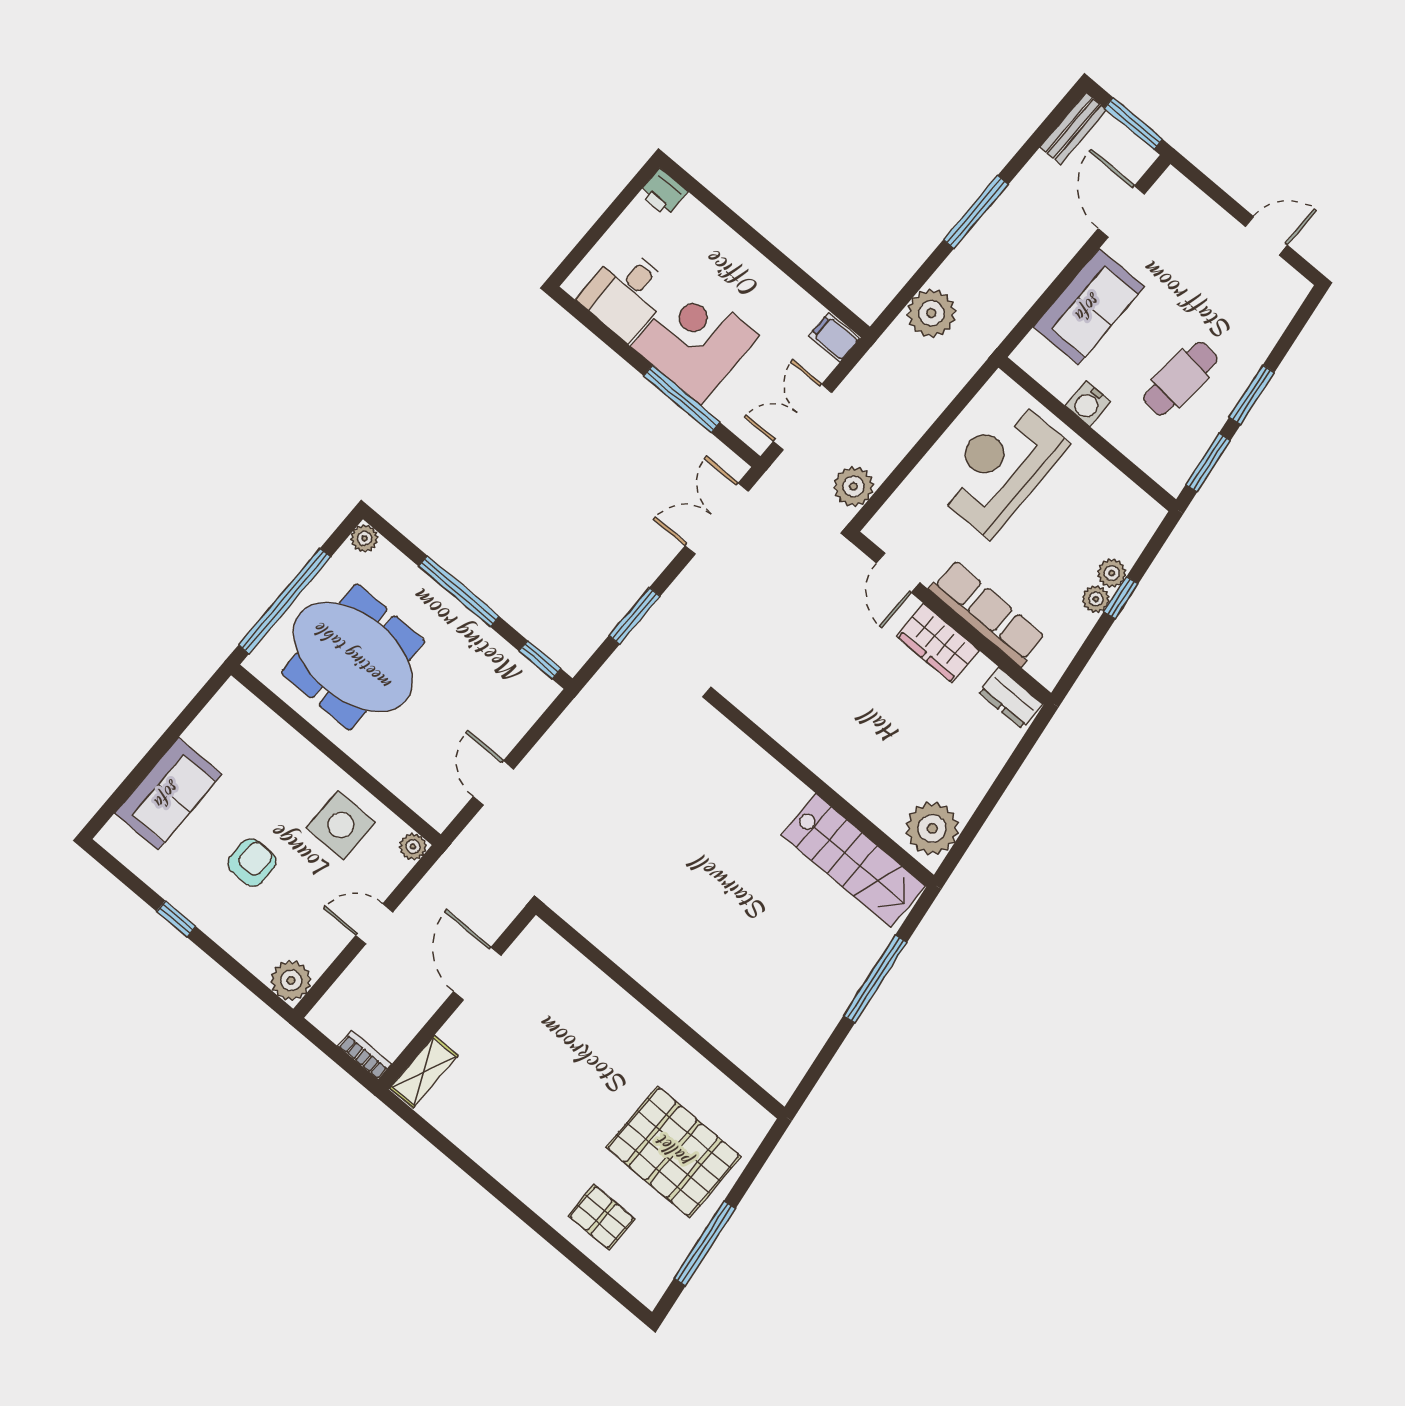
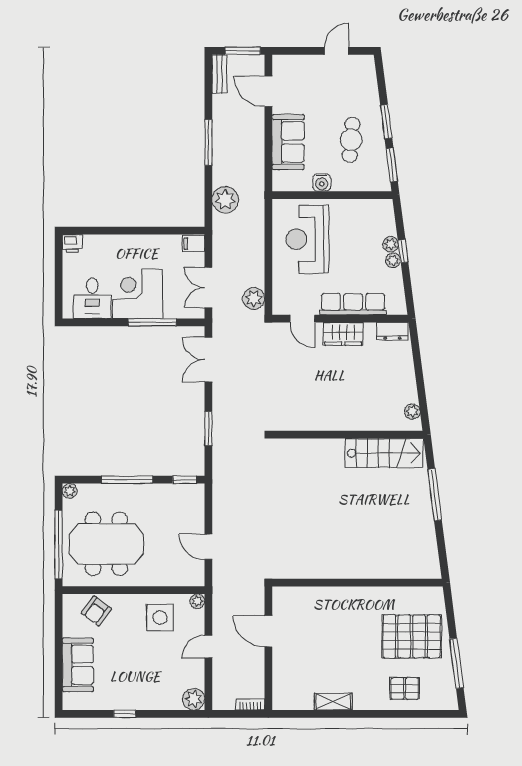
plant: (932, 828) -> (412, 412), width x0.53, depth x0.53
armchair: (252, 862) -> (96, 611), moved, turned -144
shelving: (424, 1072) -> (333, 702), moved, turned 90

